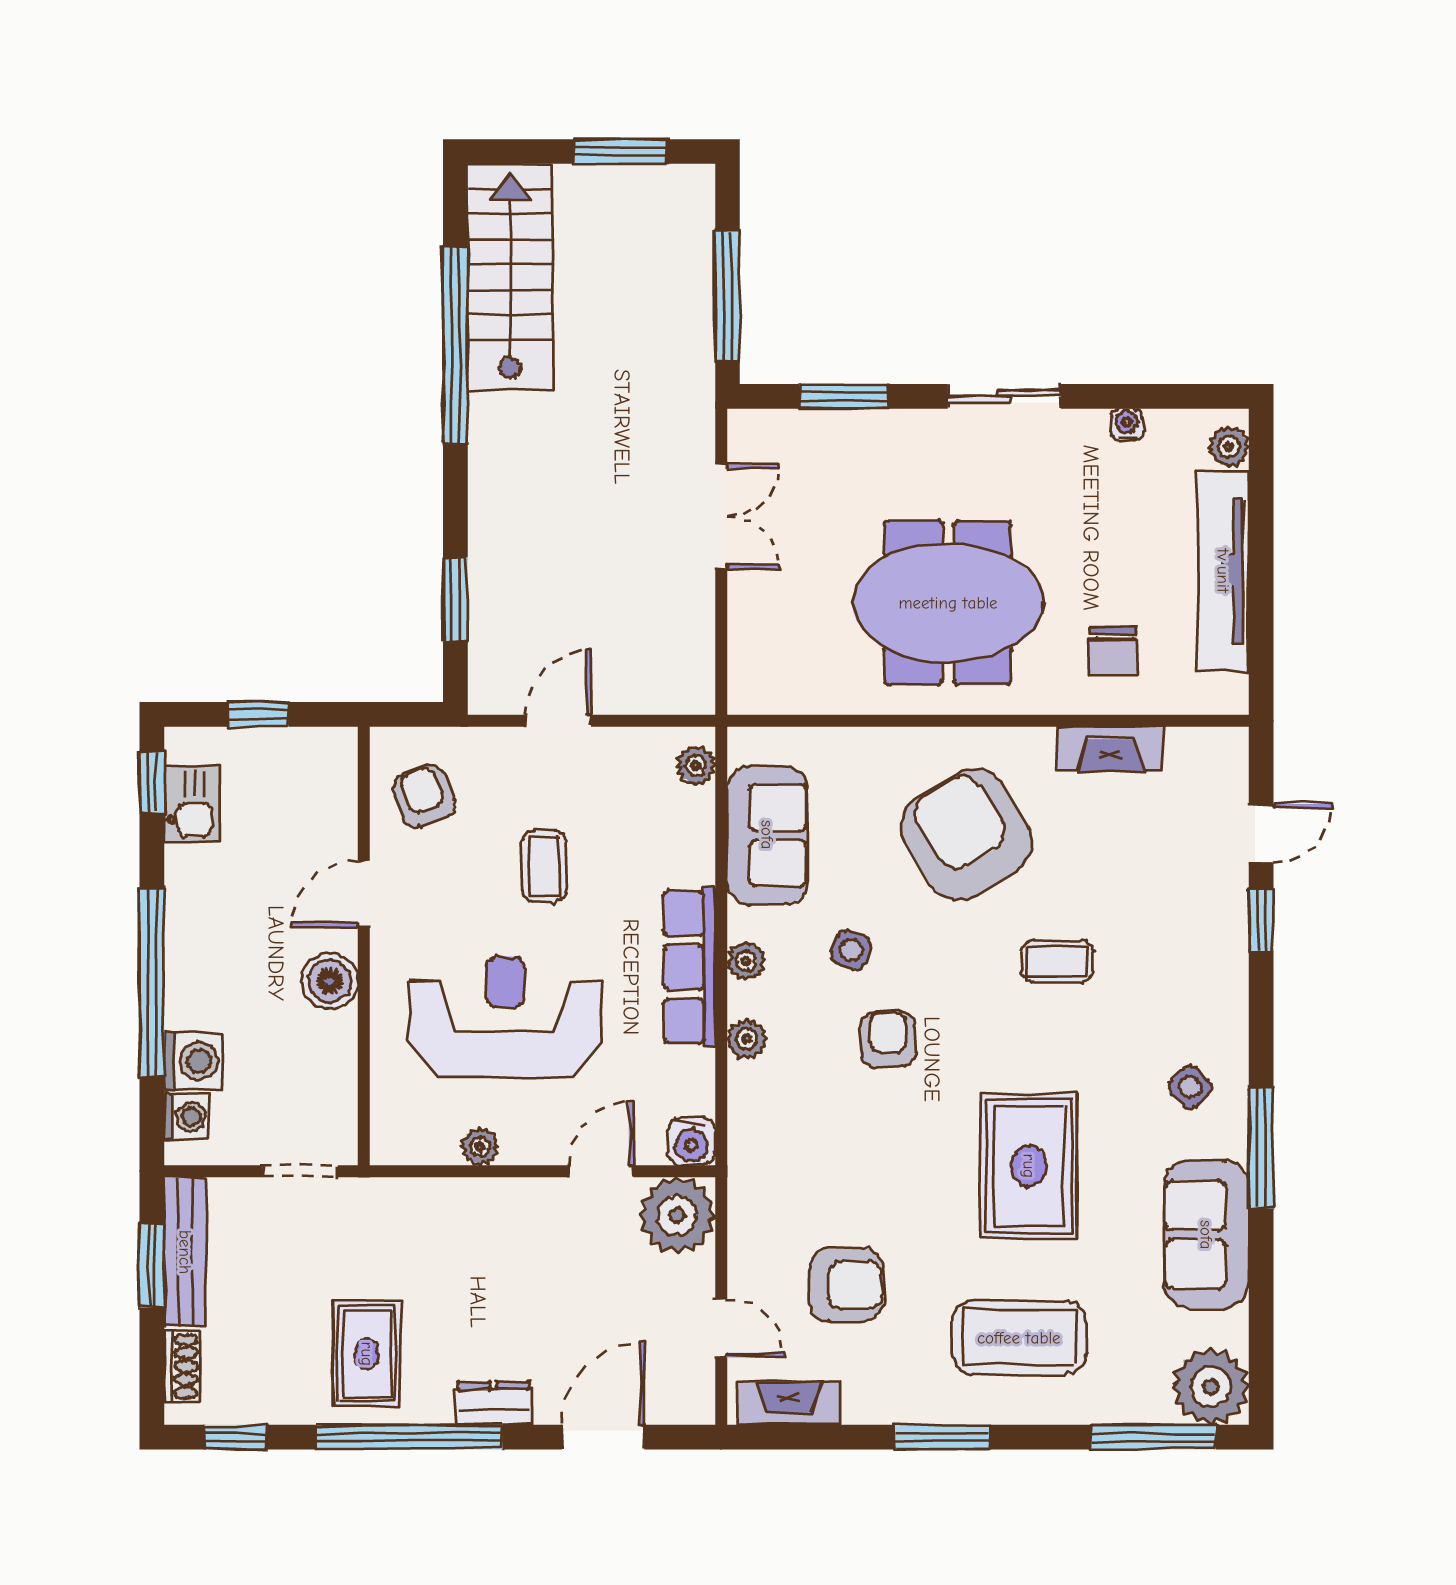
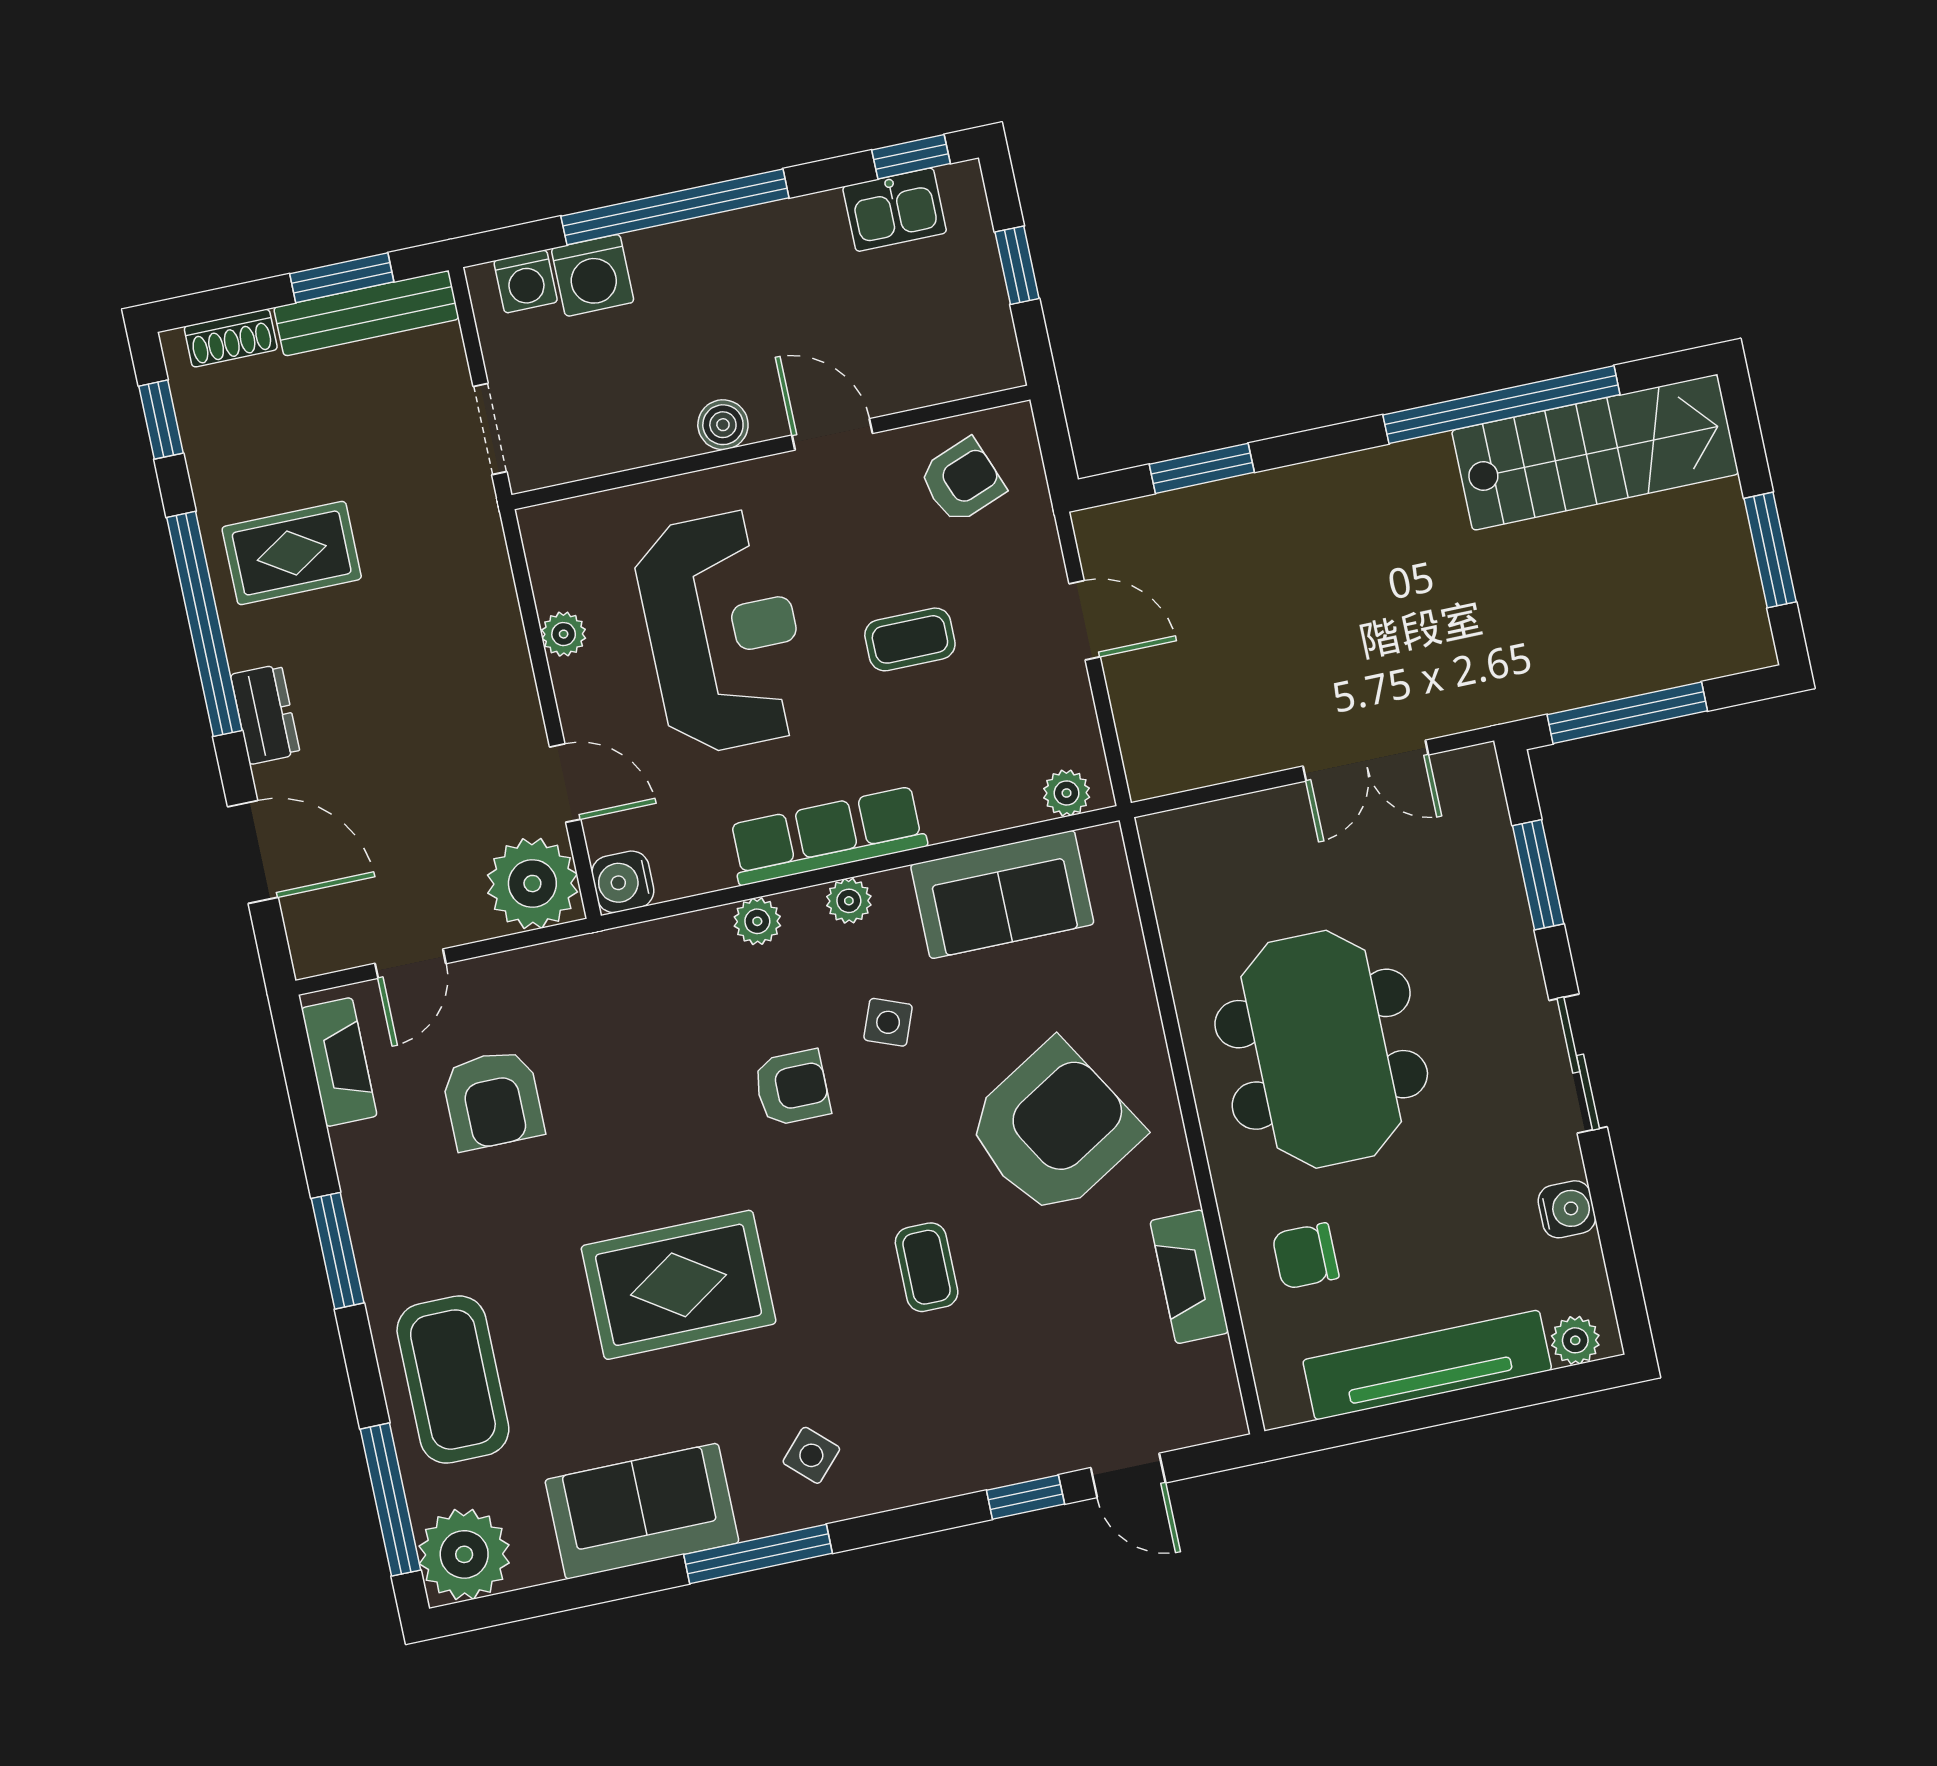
water cooler: (1127, 425) -> (1567, 1209), width x1.38, depth x1.38
boiler: (330, 981) -> (723, 425), width x0.73, depth x0.73
coffee table: (1019, 1338) -> (453, 1380), moved

